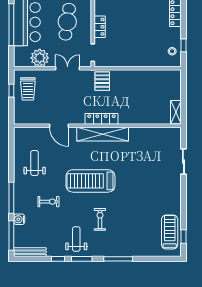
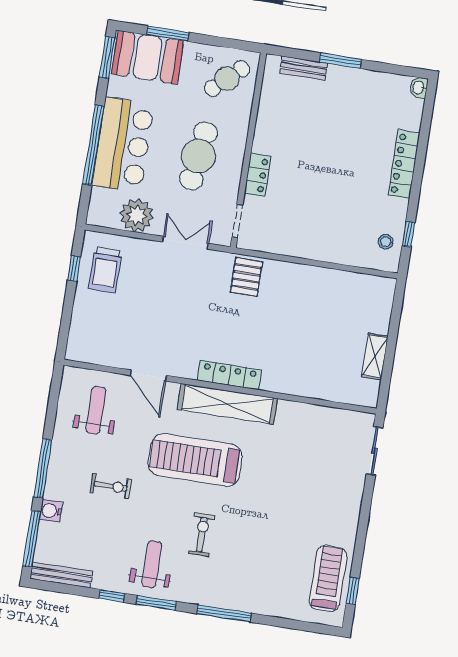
locker: (101, 119) -> (229, 375), moved
door: (59, 126) -> (148, 375), moved
wall: (97, 126) -> (220, 387), moved
shelving: (103, 134) -> (227, 404), moved

